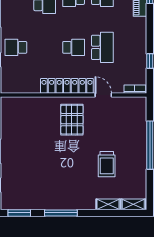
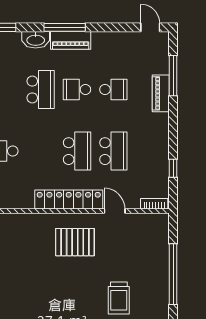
school desk: (74, 47) -> (77, 151), width x1.85
pallet: (72, 120) -> (75, 242), turned 90

